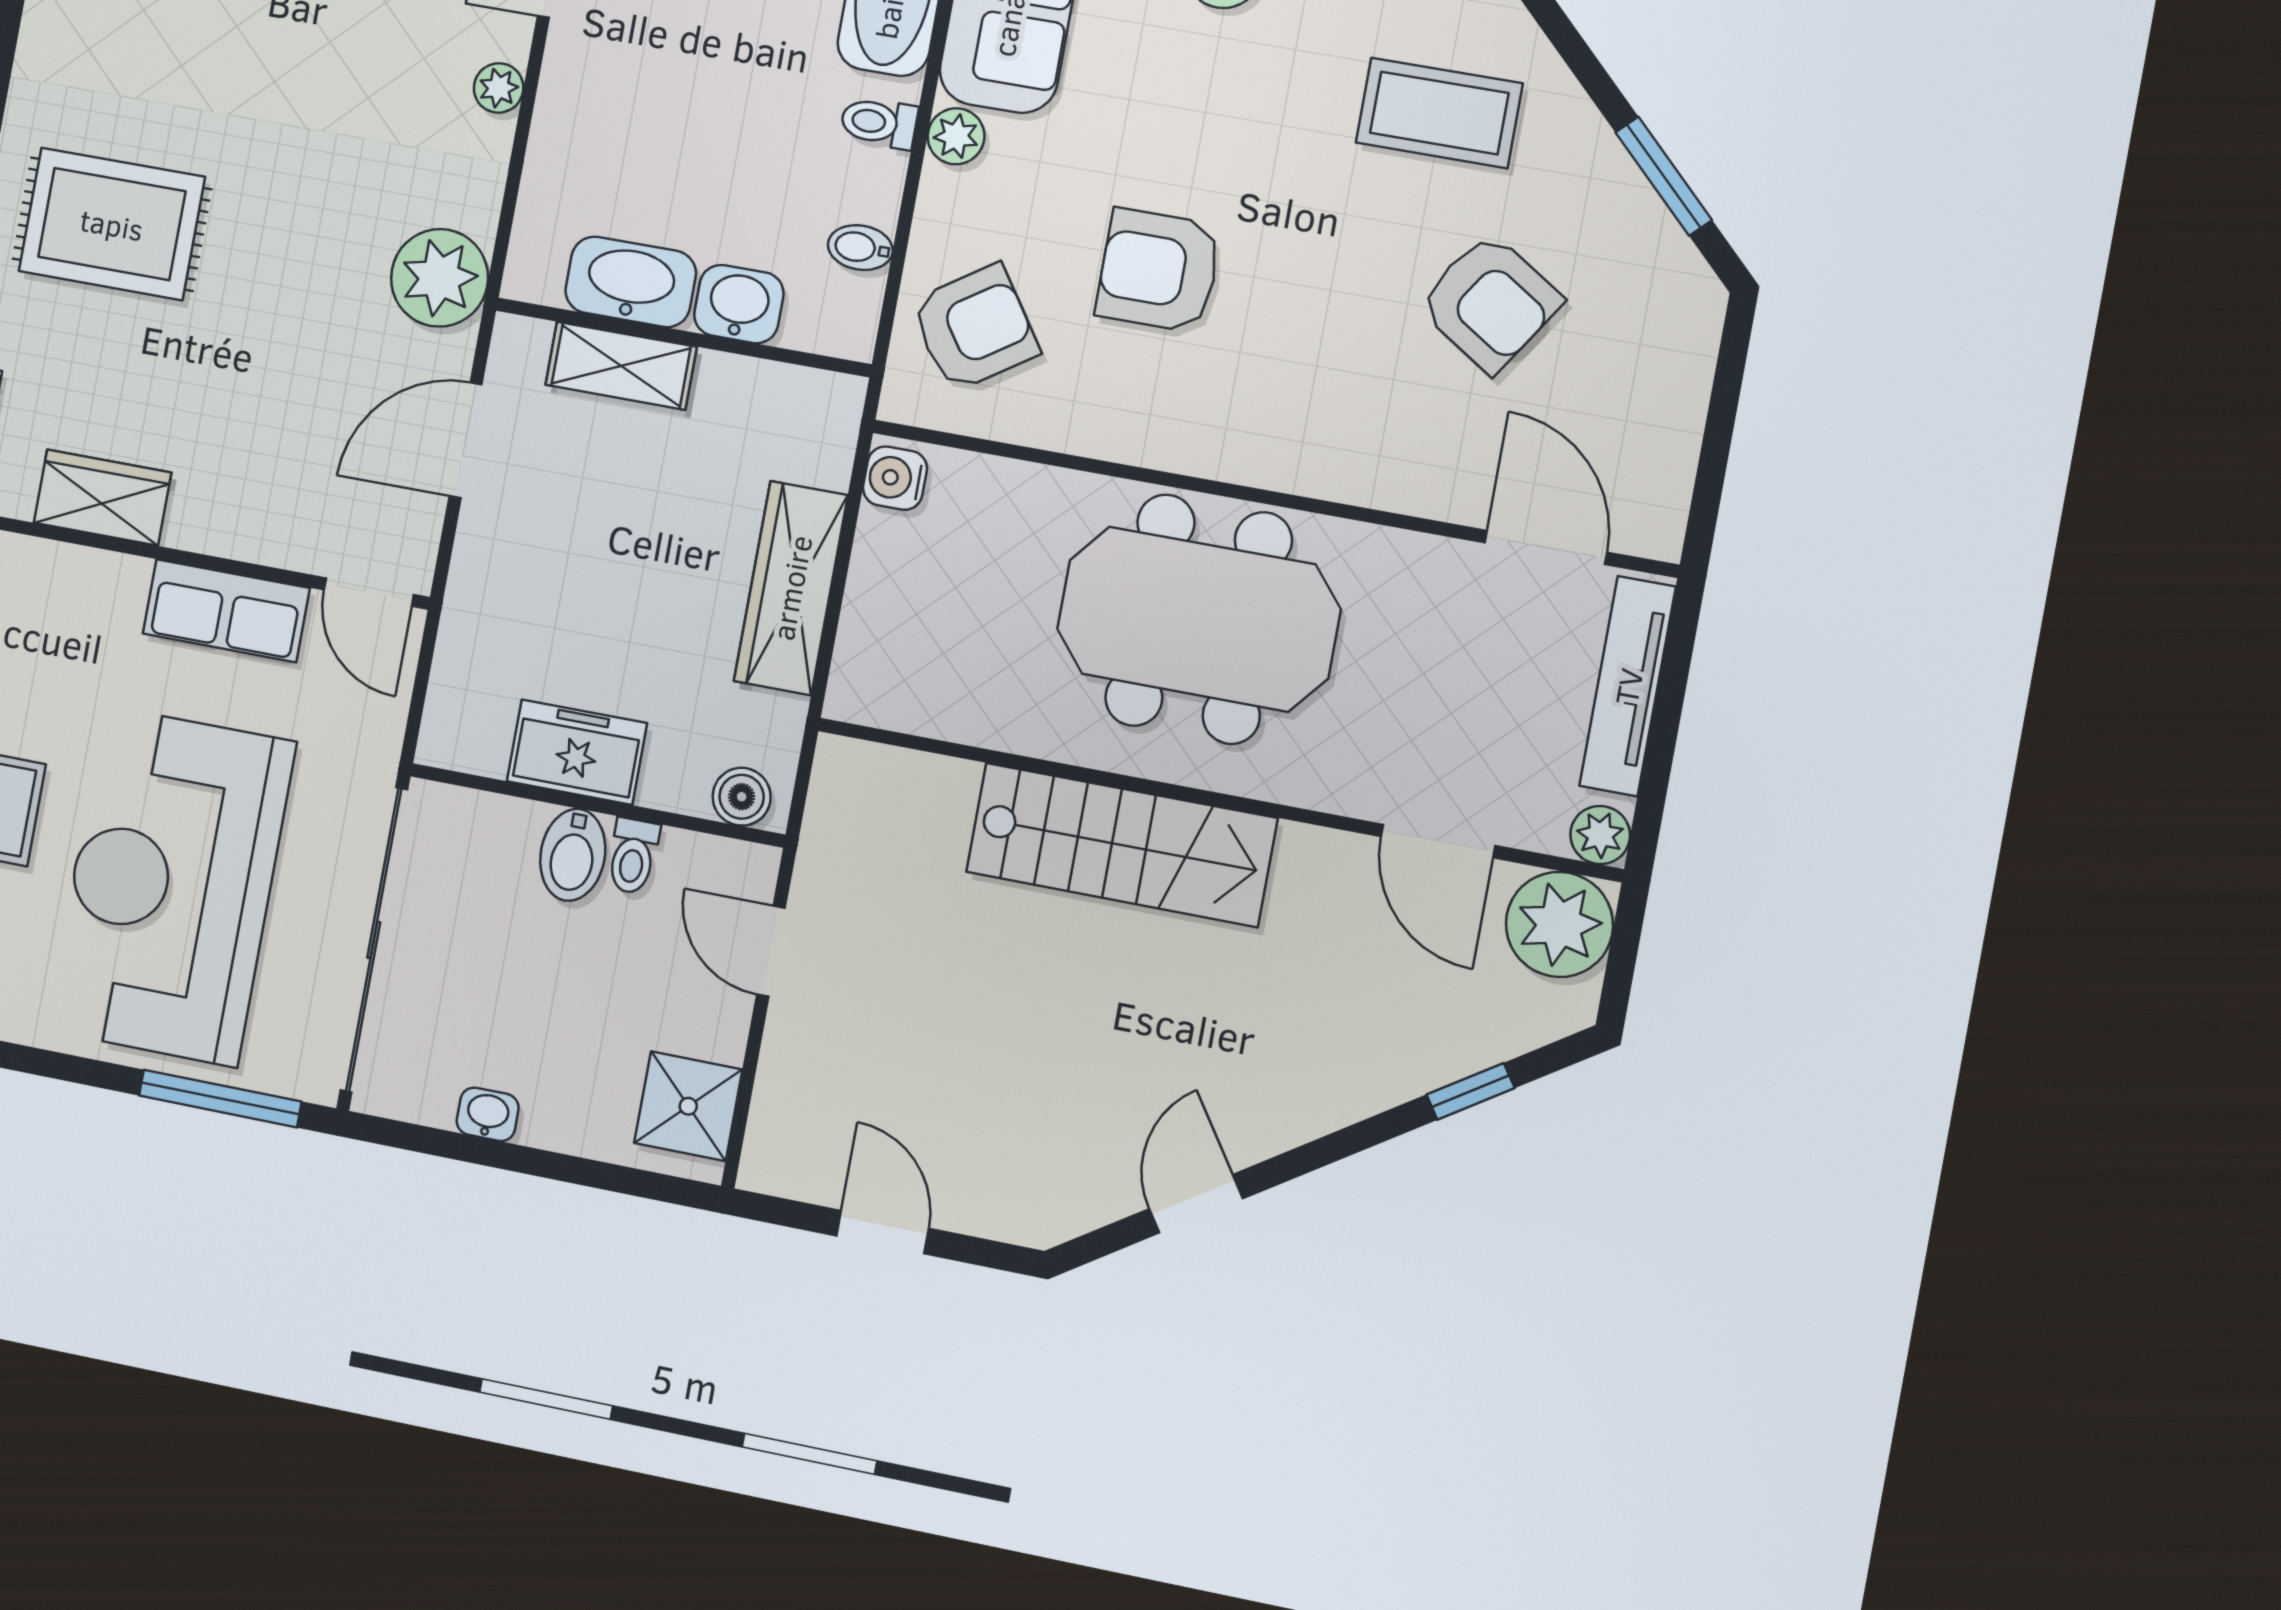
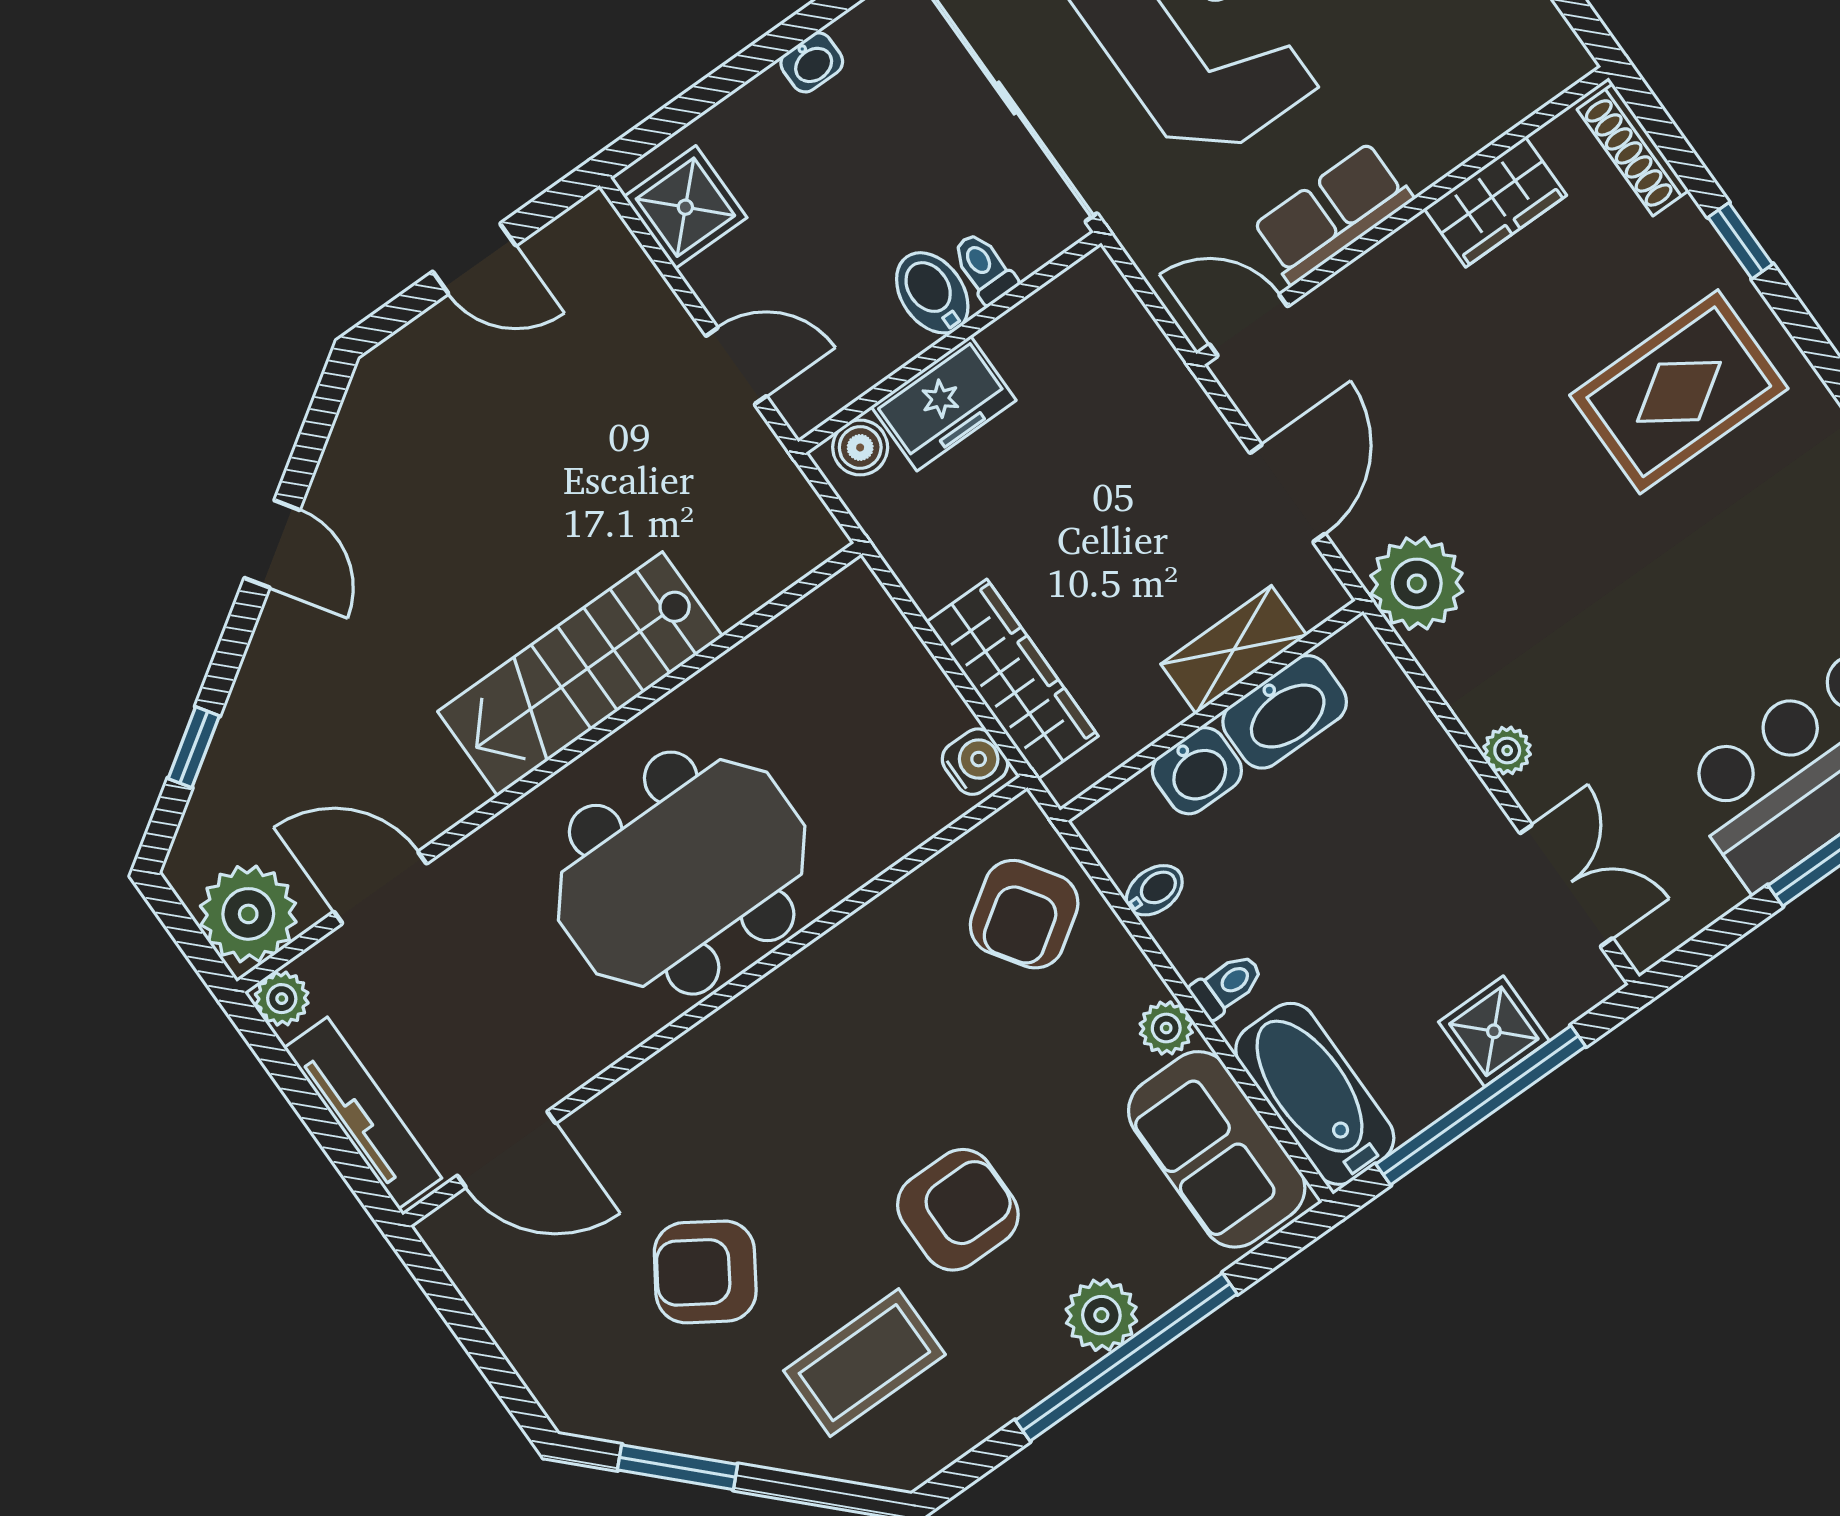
armchair: (1159, 271) -> (958, 1210), moved
wardrobe: (791, 588) -> (1012, 679), moved
freezer: (577, 752) -> (944, 403), moved
toilet: (633, 856) -> (984, 268), moved
door: (1196, 1204) -> (272, 544), moved

